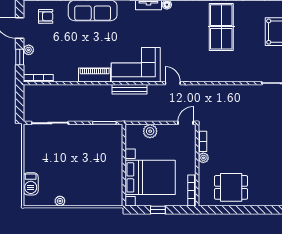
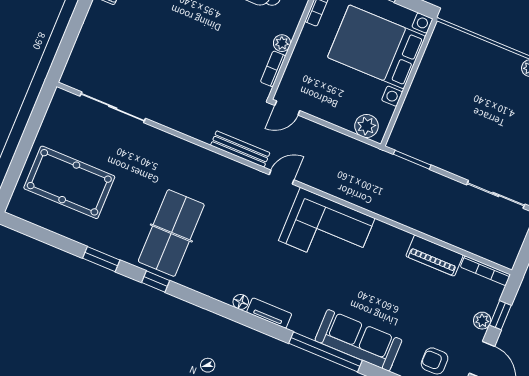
piano: (95, 75) -> (434, 256), moved
door: (173, 83) -> (282, 177), swing flipped
bench: (130, 89) -> (240, 149), moved
plant: (150, 131) -> (367, 126), moved

